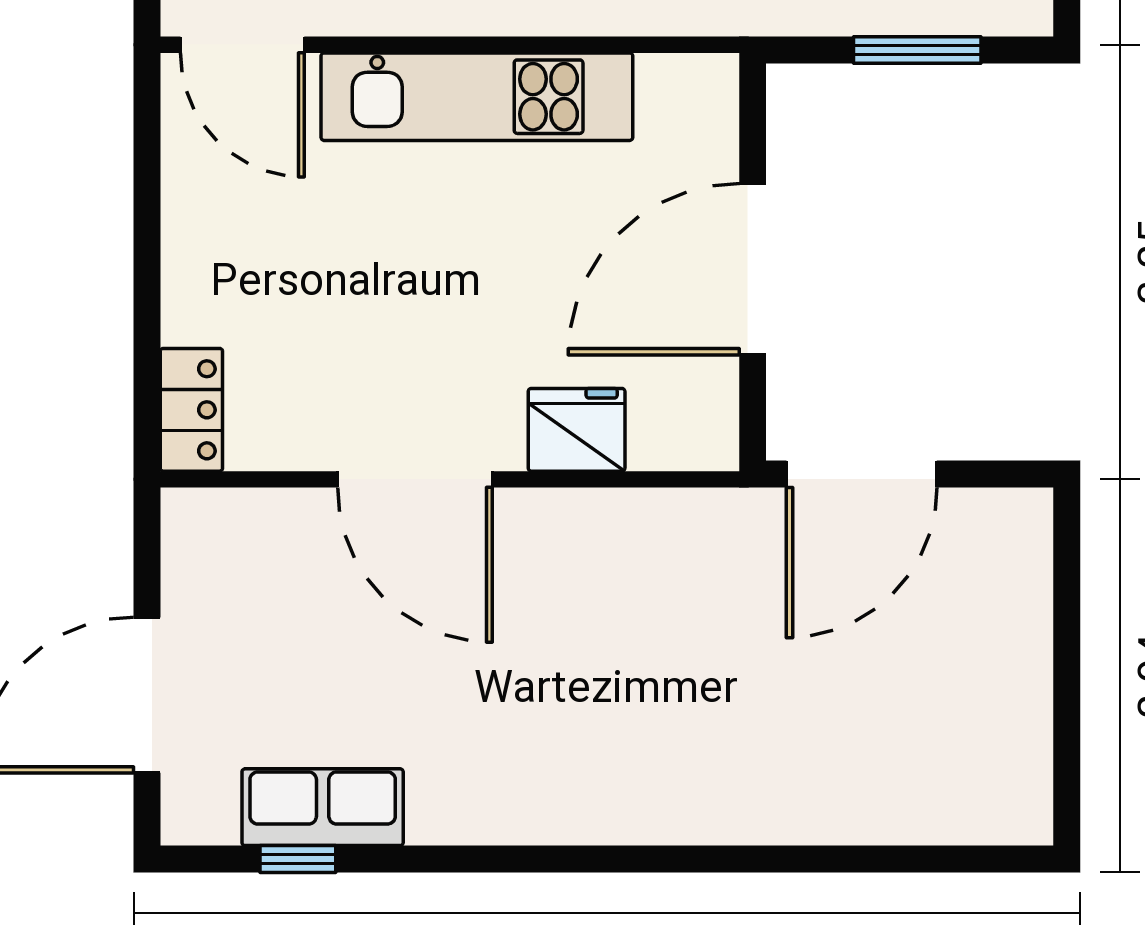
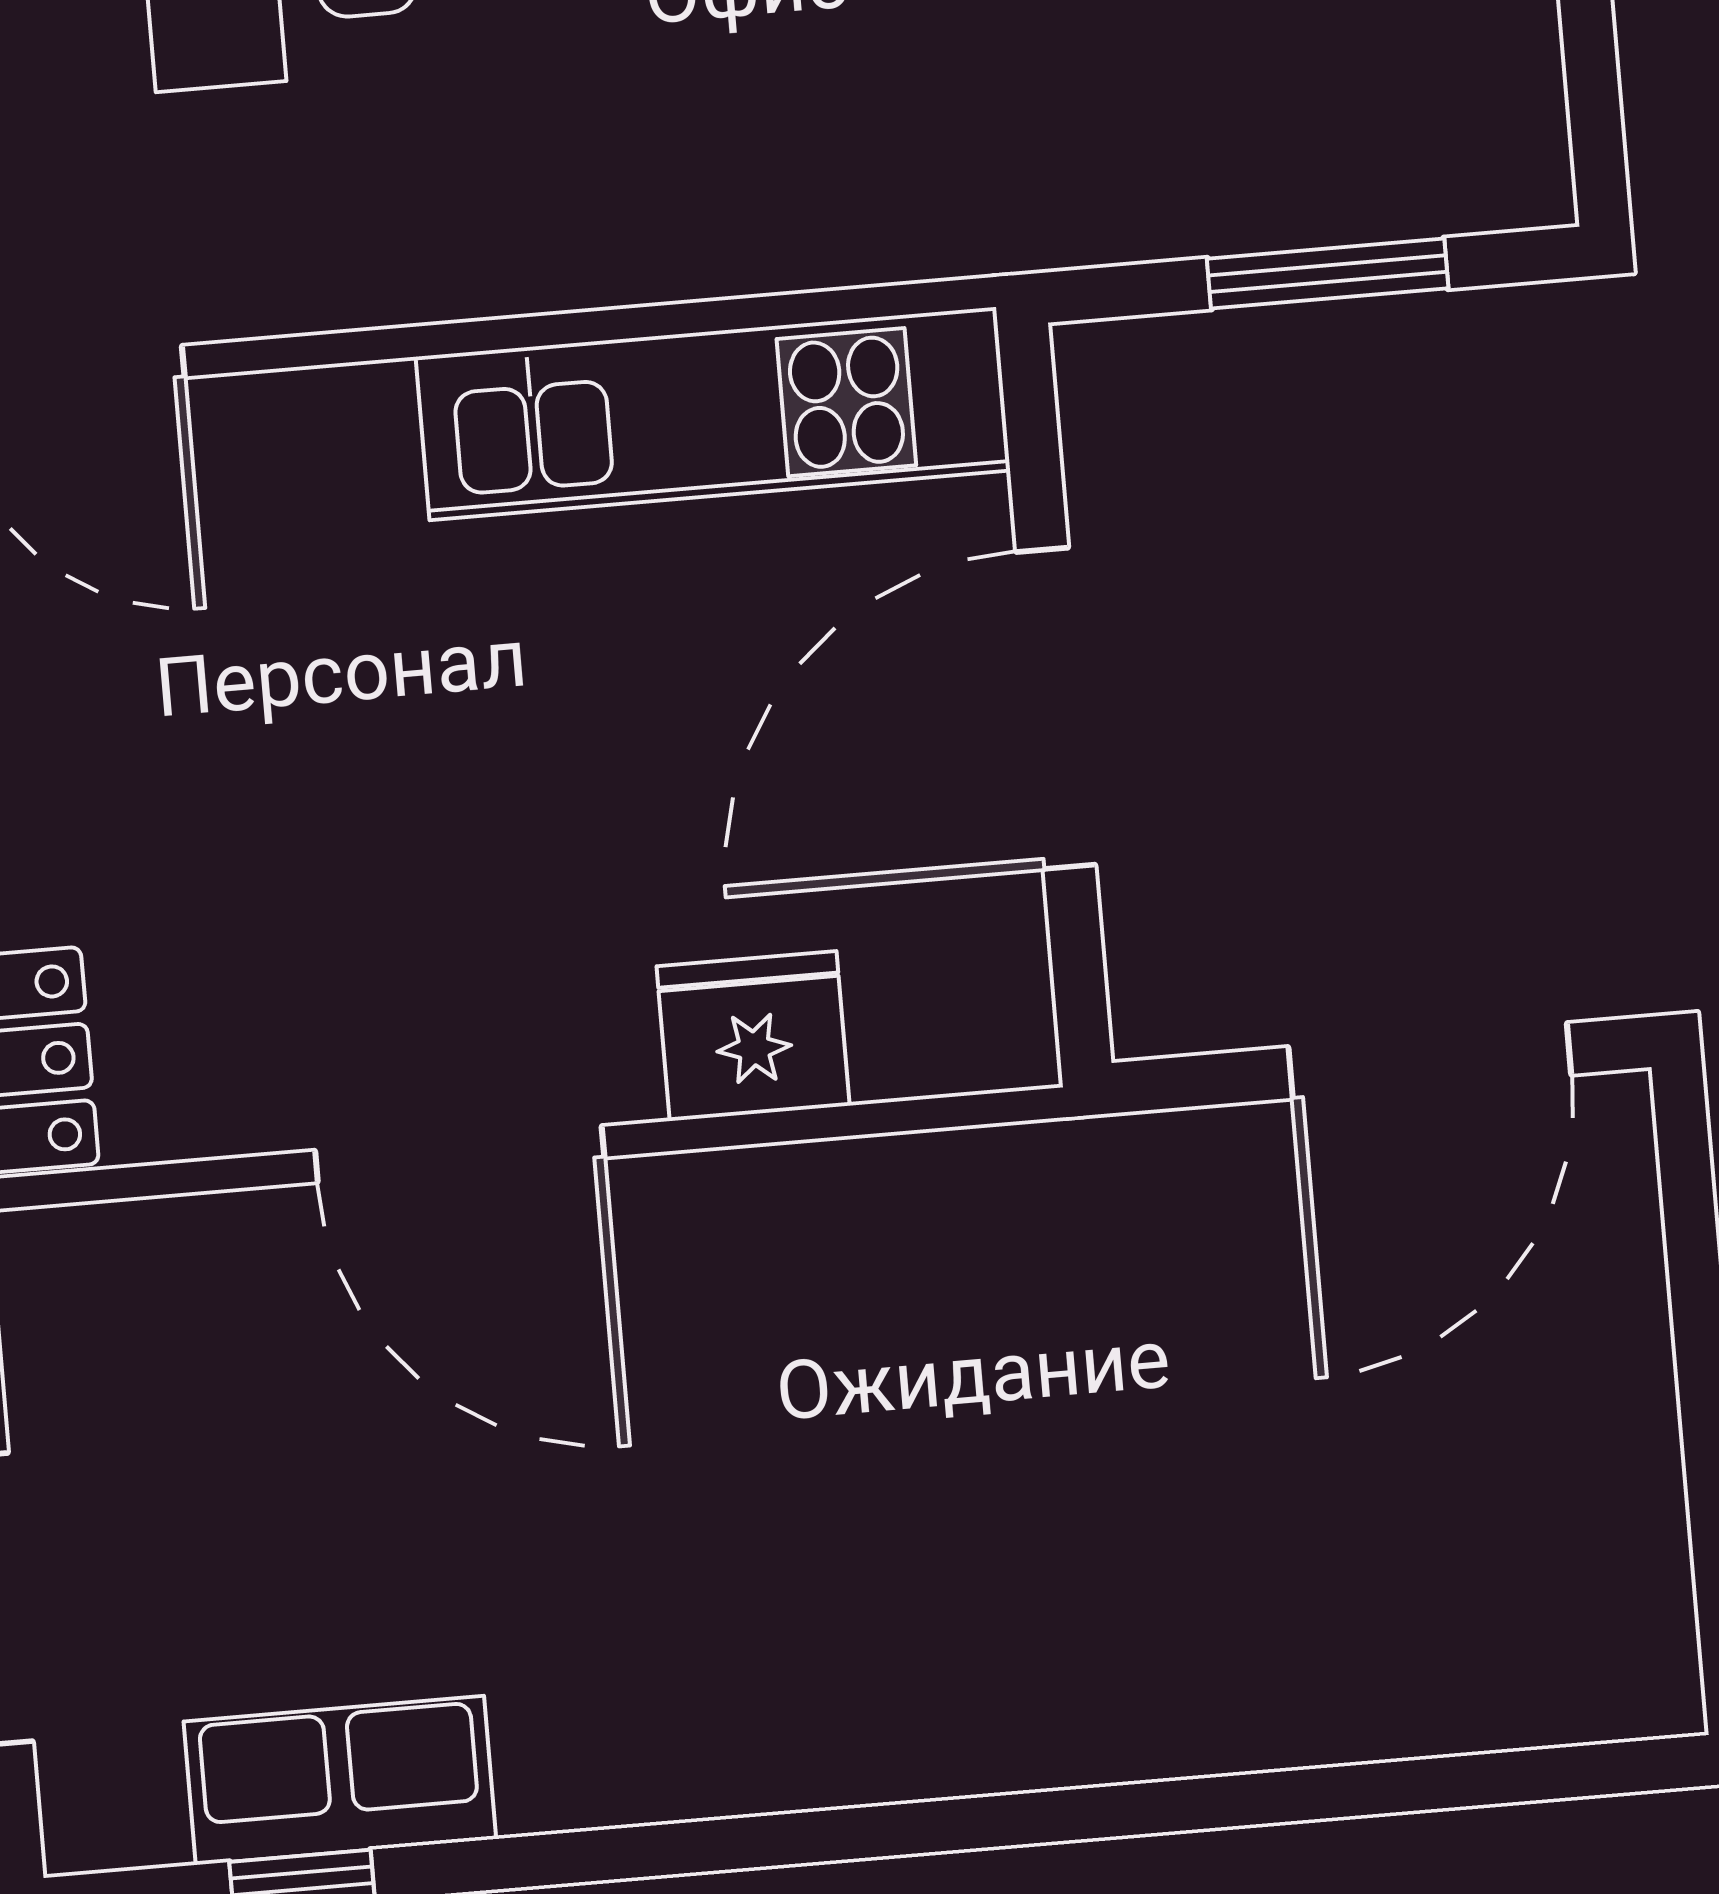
kitchen unit: (477, 97) -> (713, 414), moved
door: (862, 474) -> (1430, 1061), moved

